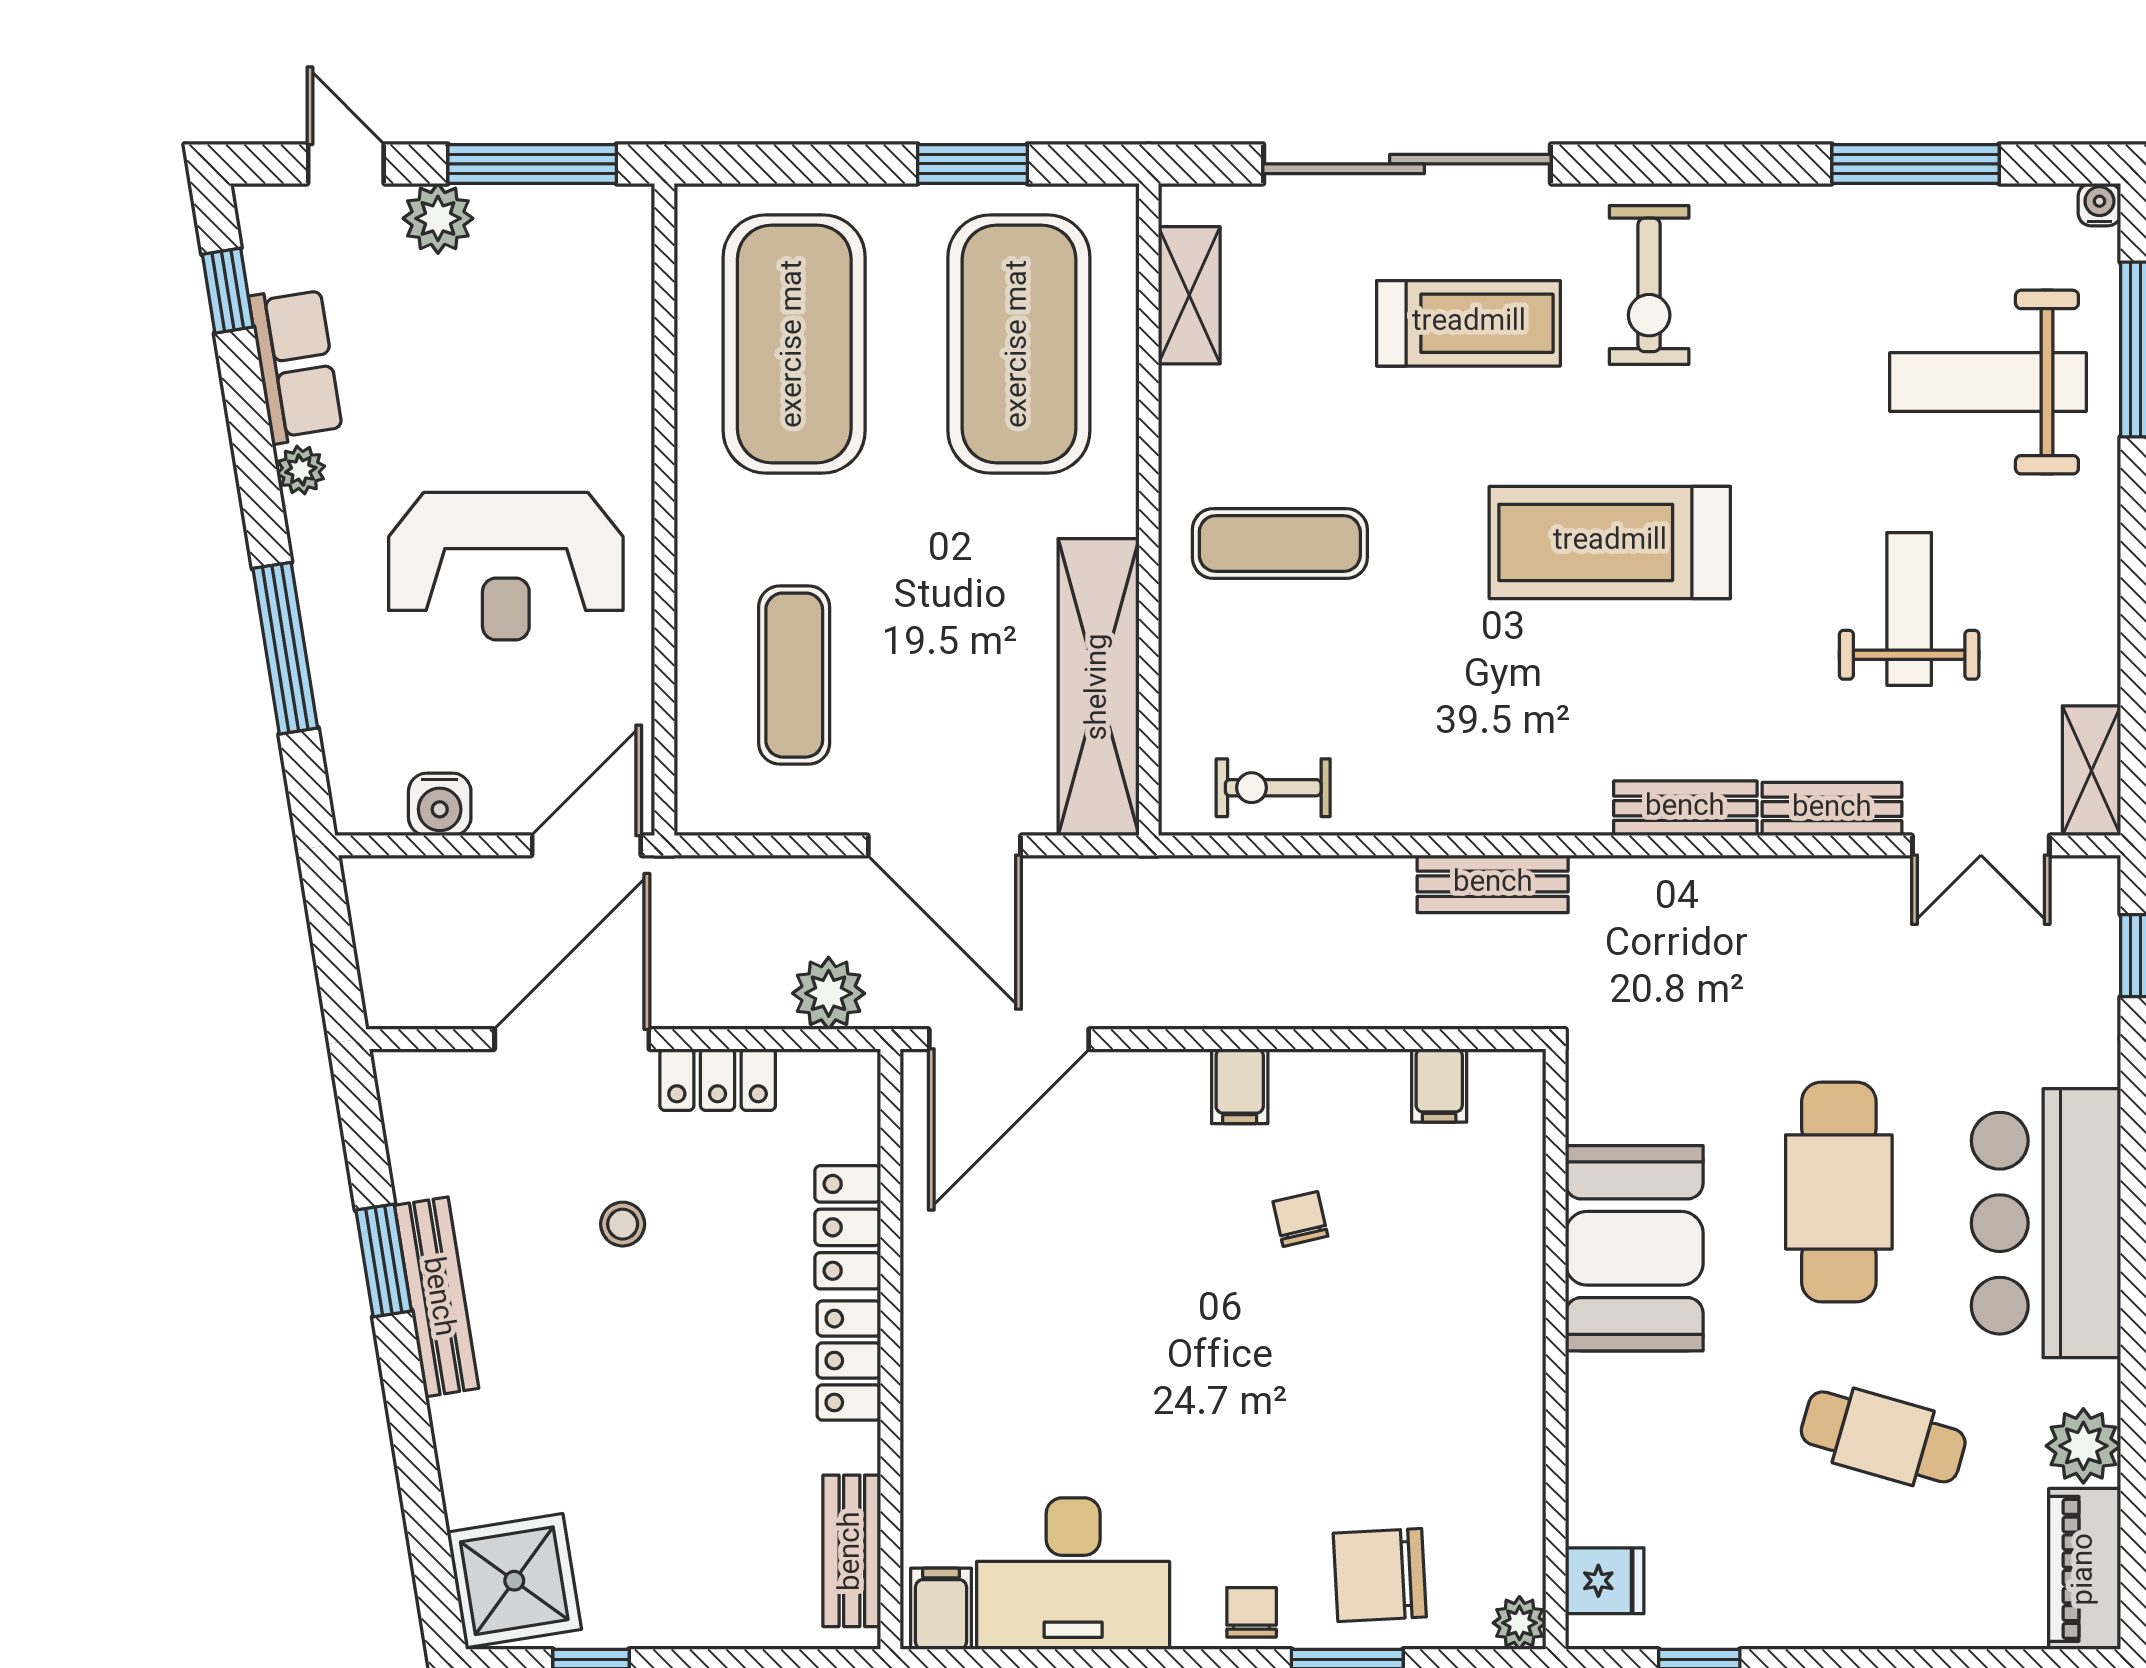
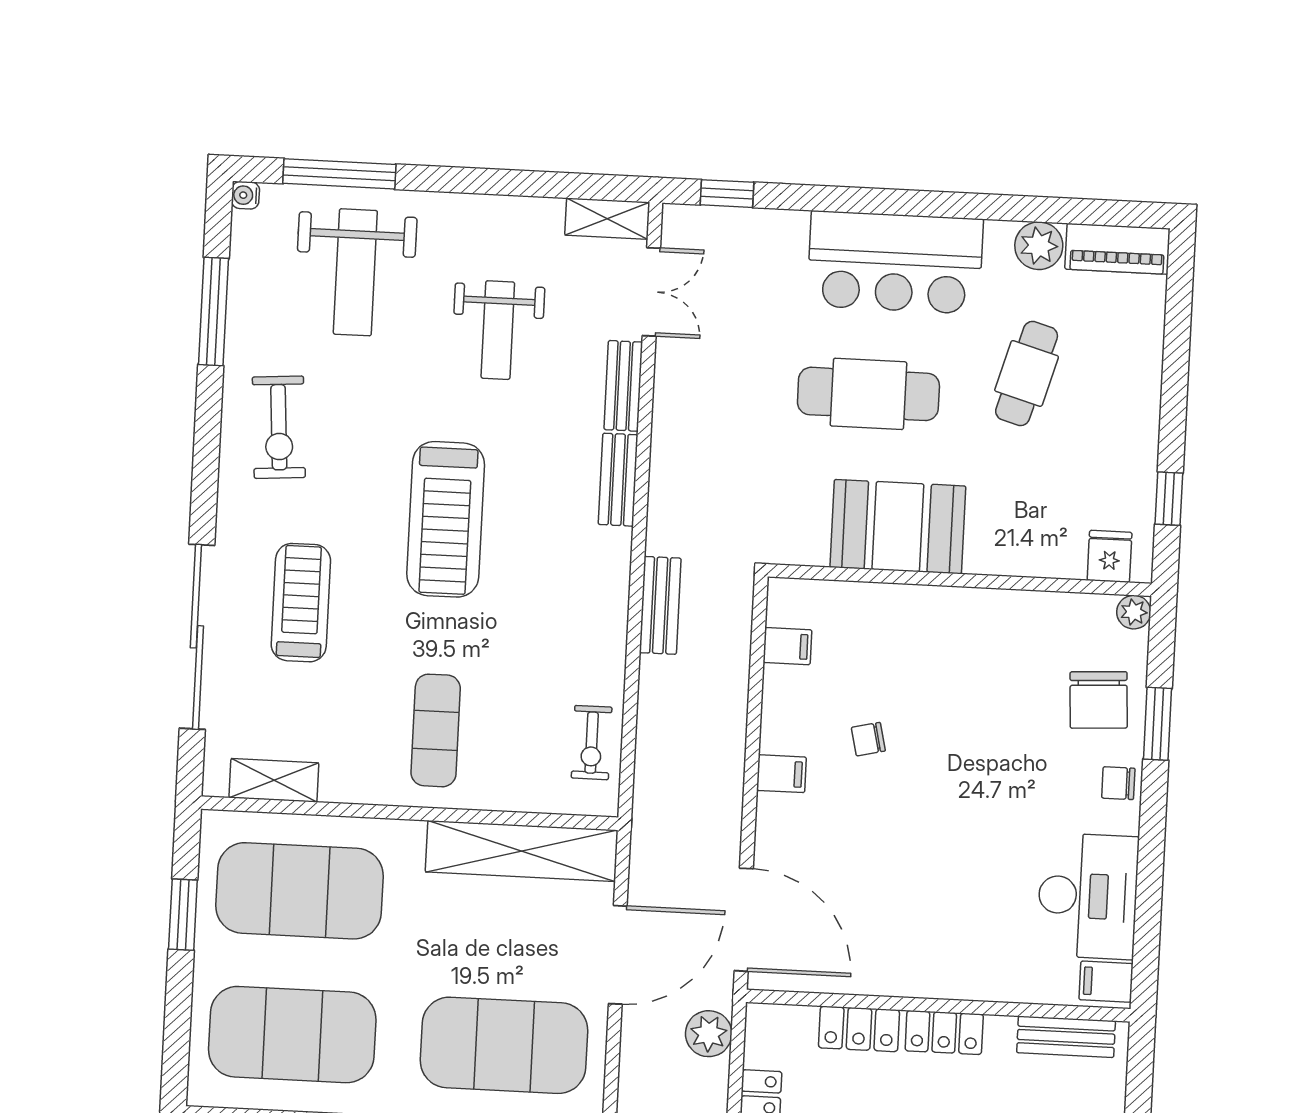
exercise bike: (1649, 285) -> (279, 427), moved, turned 86
weight bench: (1909, 609) -> (498, 330), turned -90
exercise mat: (794, 675) -> (504, 1045), width x2.00, depth x1.45

